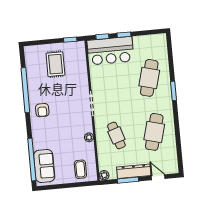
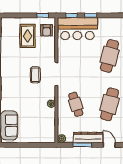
armchair: (42, 110) -> (47, 30), moved
coffee table: (80, 169) -> (35, 75), moved

